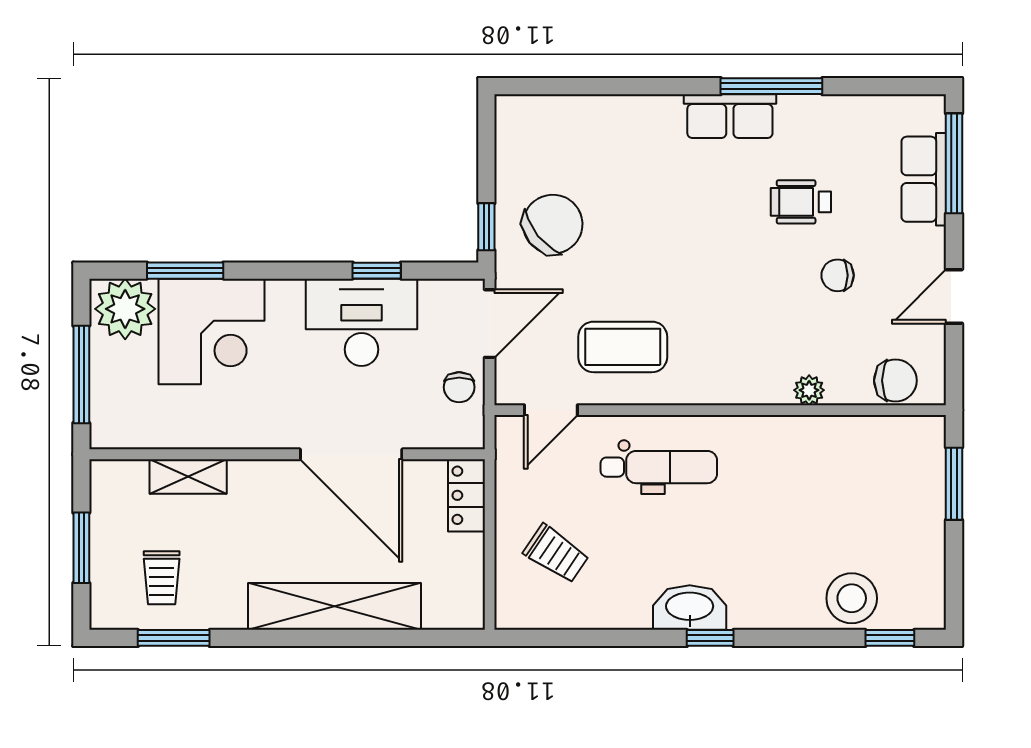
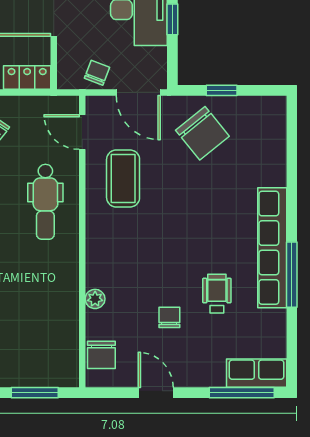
row of seats: (730, 116) -> (272, 248), width x2.02
row of seats: (924, 179) -> (257, 373), moved
window: (486, 227) -> (222, 90), moved
chair: (459, 387) -> (97, 73), turned 111

